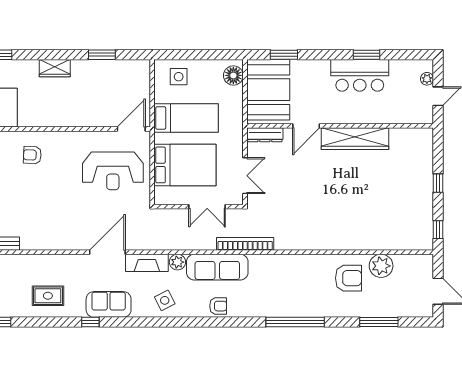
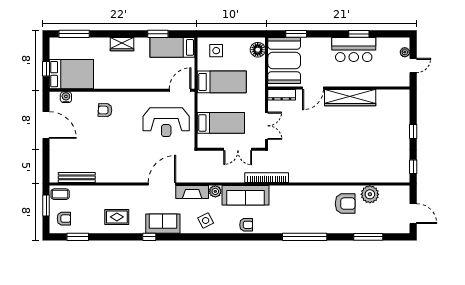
bed: (121, 72) -> (172, 47), added
bed: (185, 165) -> (221, 123), width x0.67

